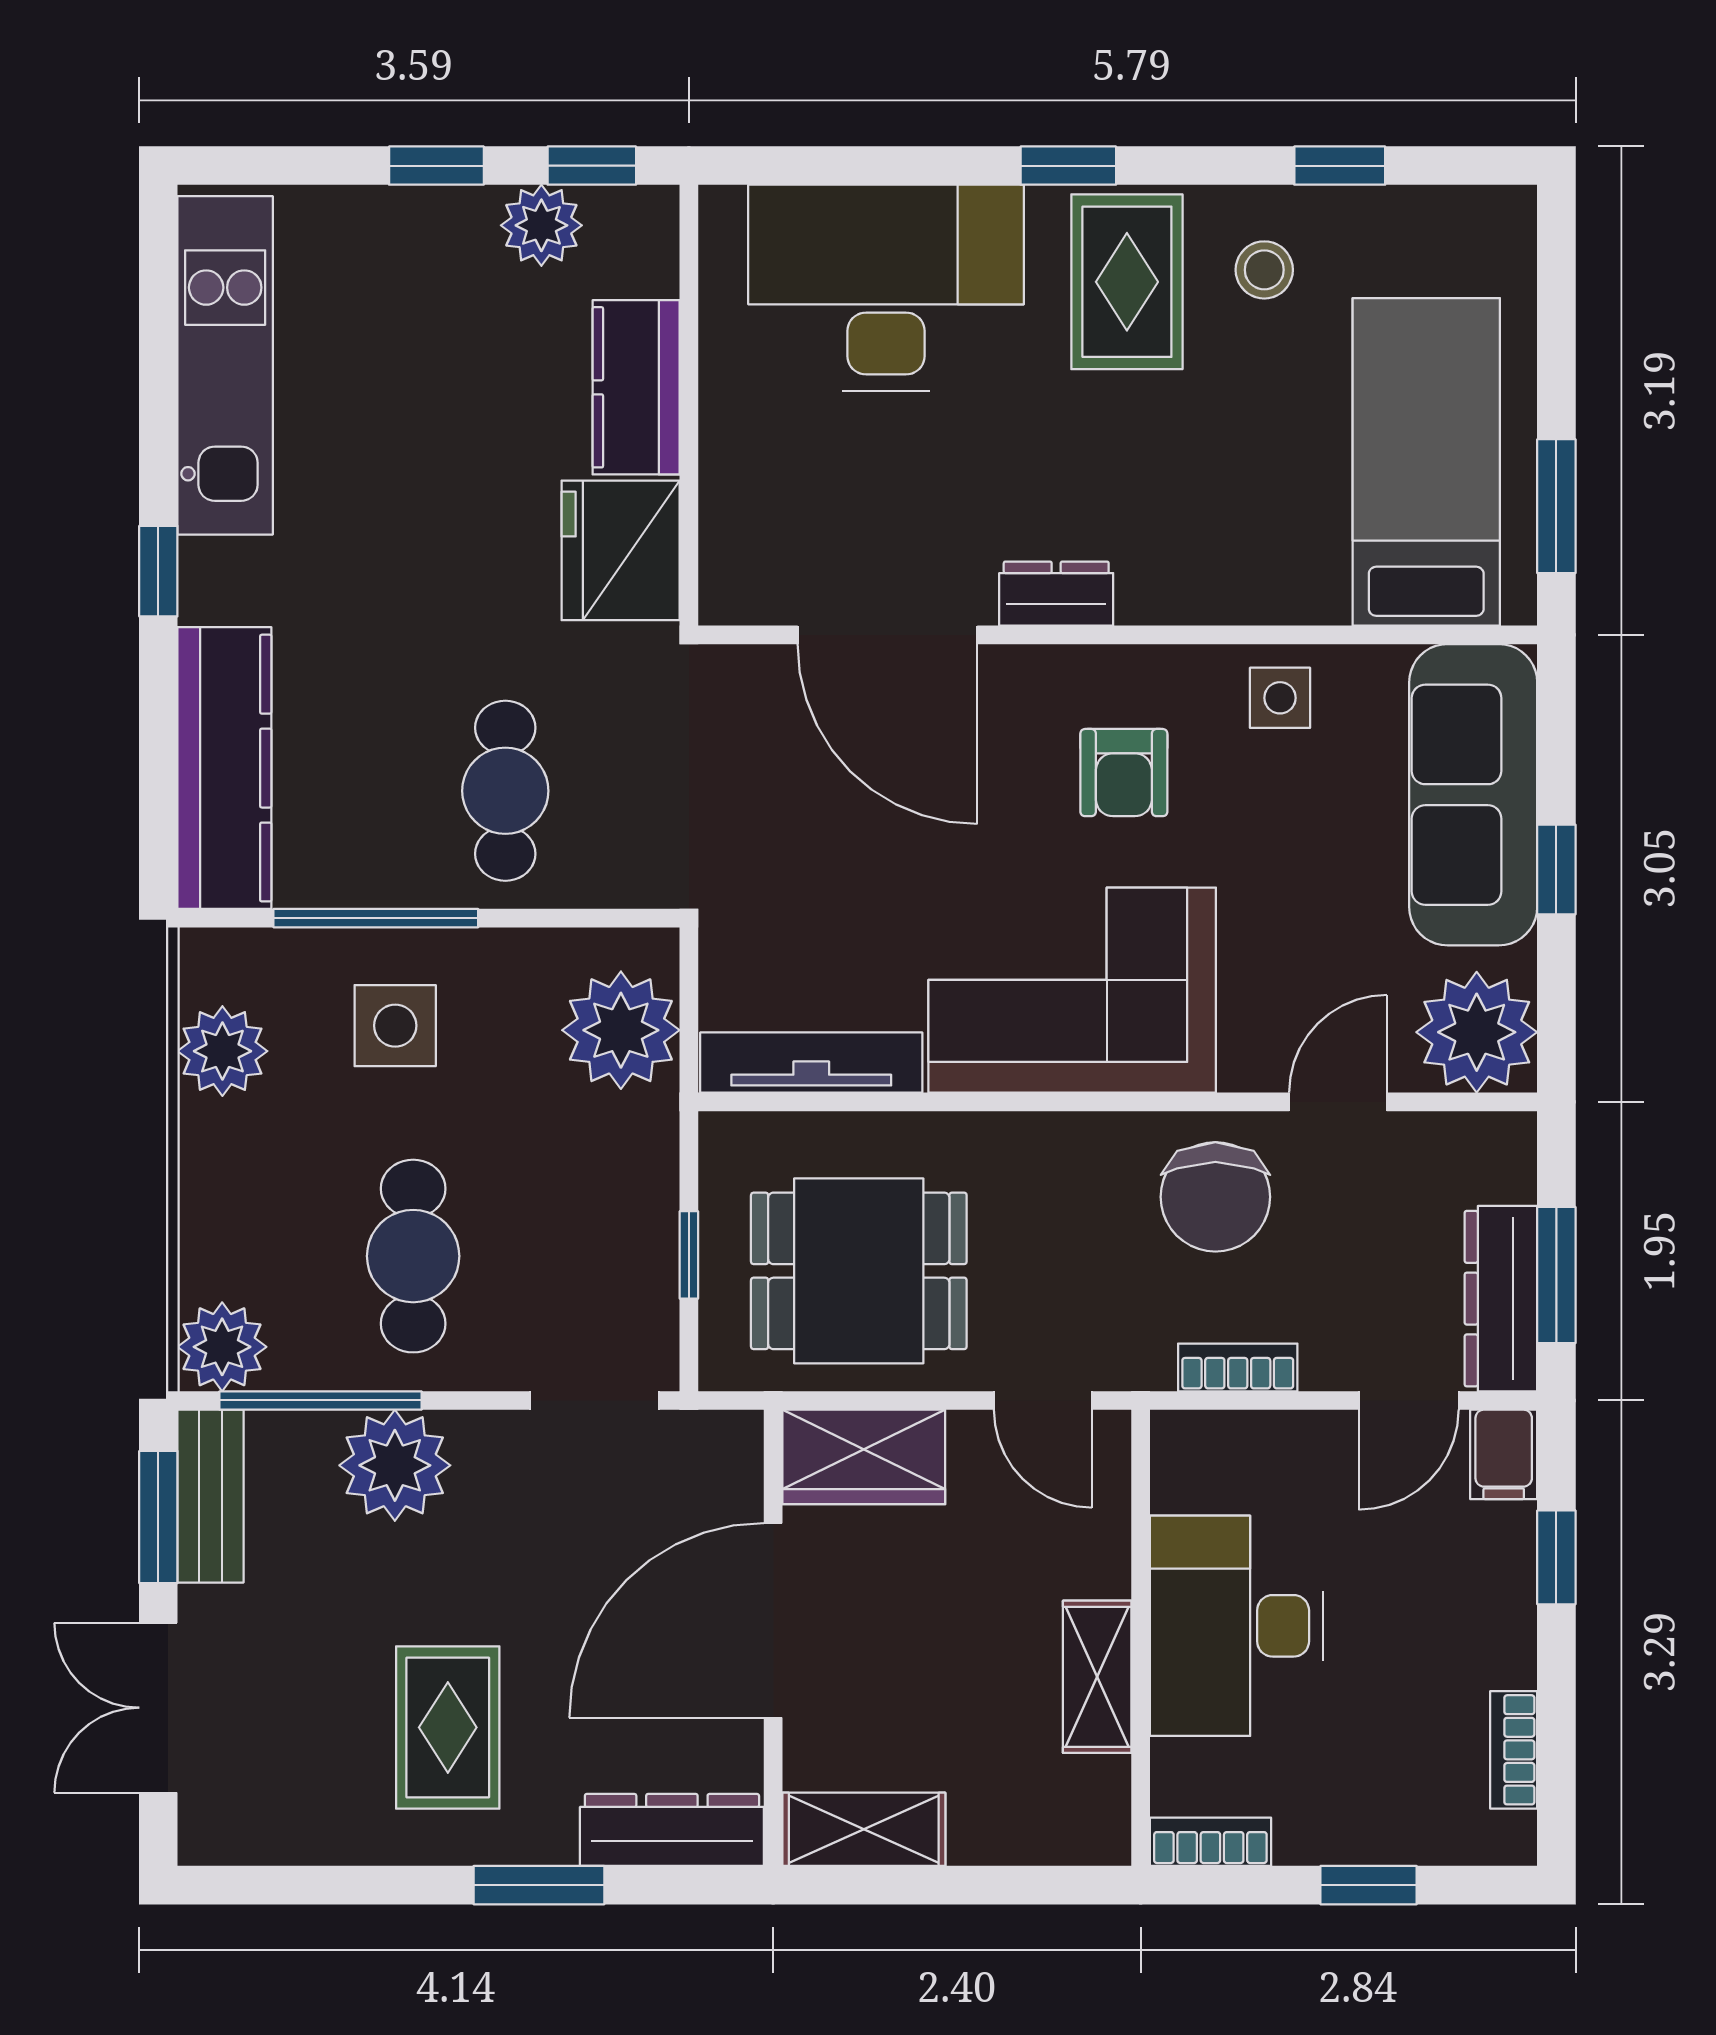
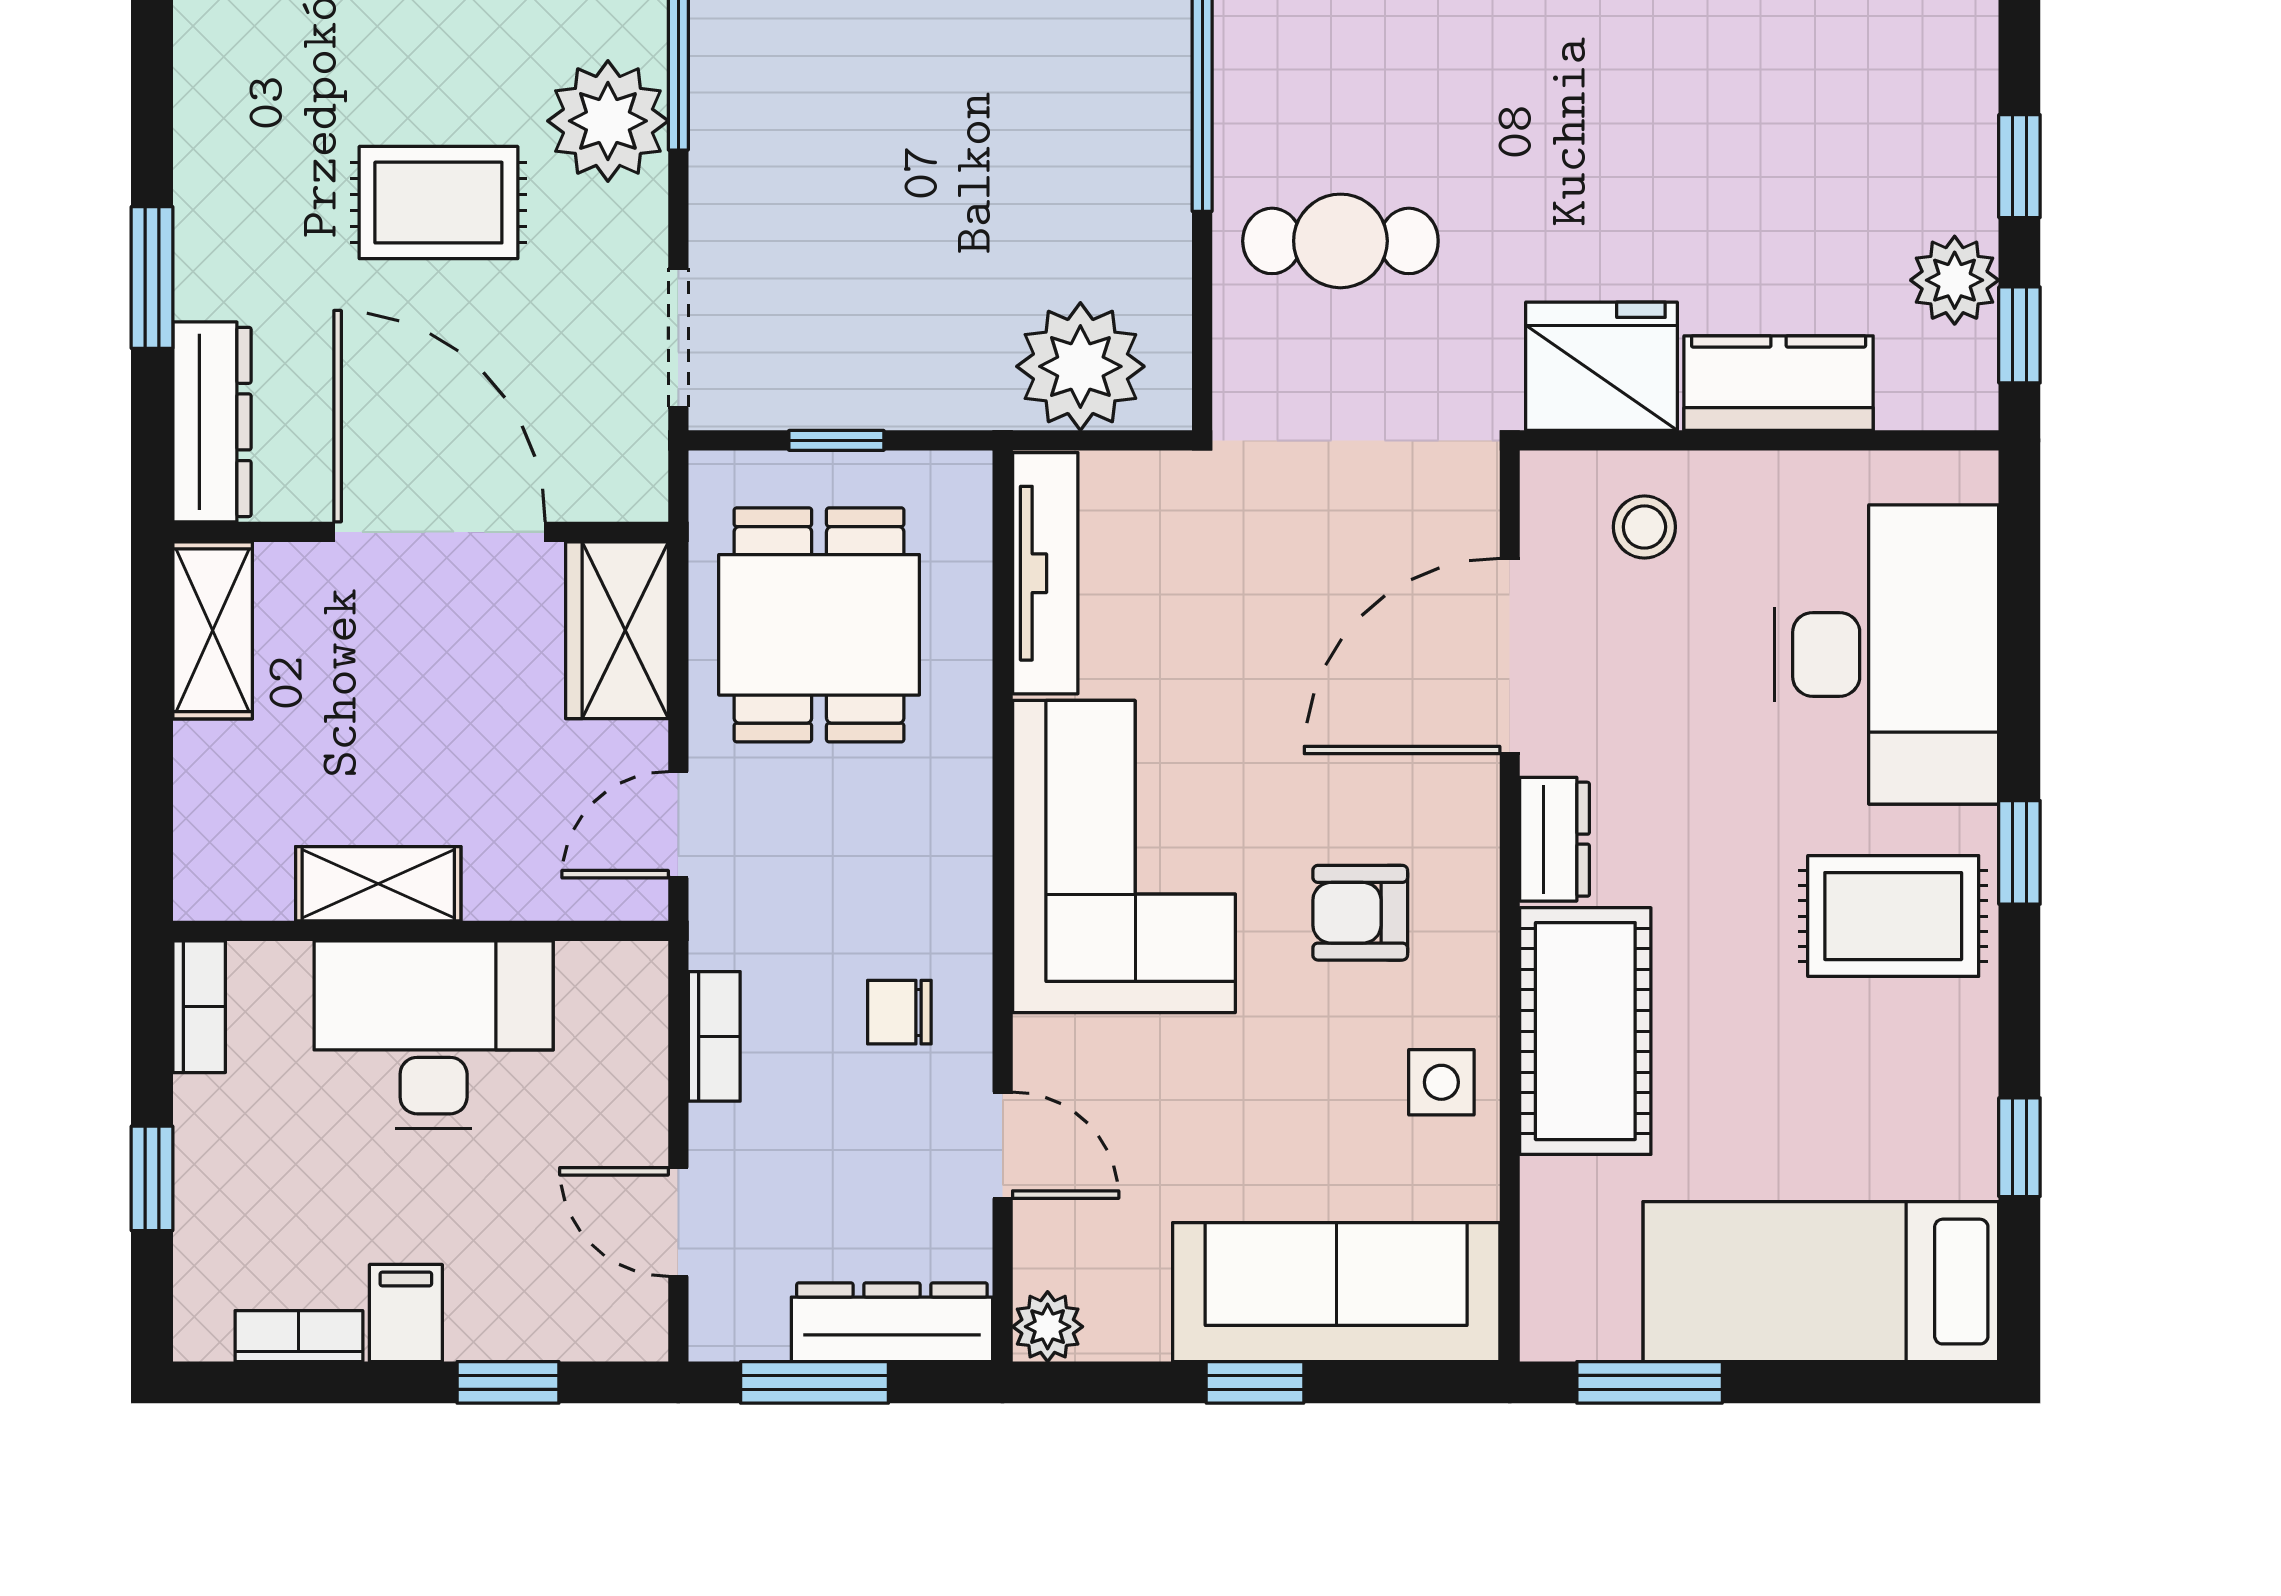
stool: (1264, 270) -> (1644, 527), moved
bed: (1426, 462) -> (1821, 1282), moved, turned 180
cot: (1233, 565) -> (1585, 1031), added
side table: (395, 1026) -> (1085, 121), removed
plant: (1477, 1032) -> (1048, 1327), width x0.53, depth x0.53
chair: (1215, 1197) -> (899, 1012), width x0.54, depth x0.54
cafe table: (413, 1256) -> (835, 141), removed
dresser: (1501, 1299) -> (892, 1322), moved
filing cabinet: (1504, 1454) -> (406, 1313), moved, turned 90
rug: (448, 1727) -> (438, 203), moved

